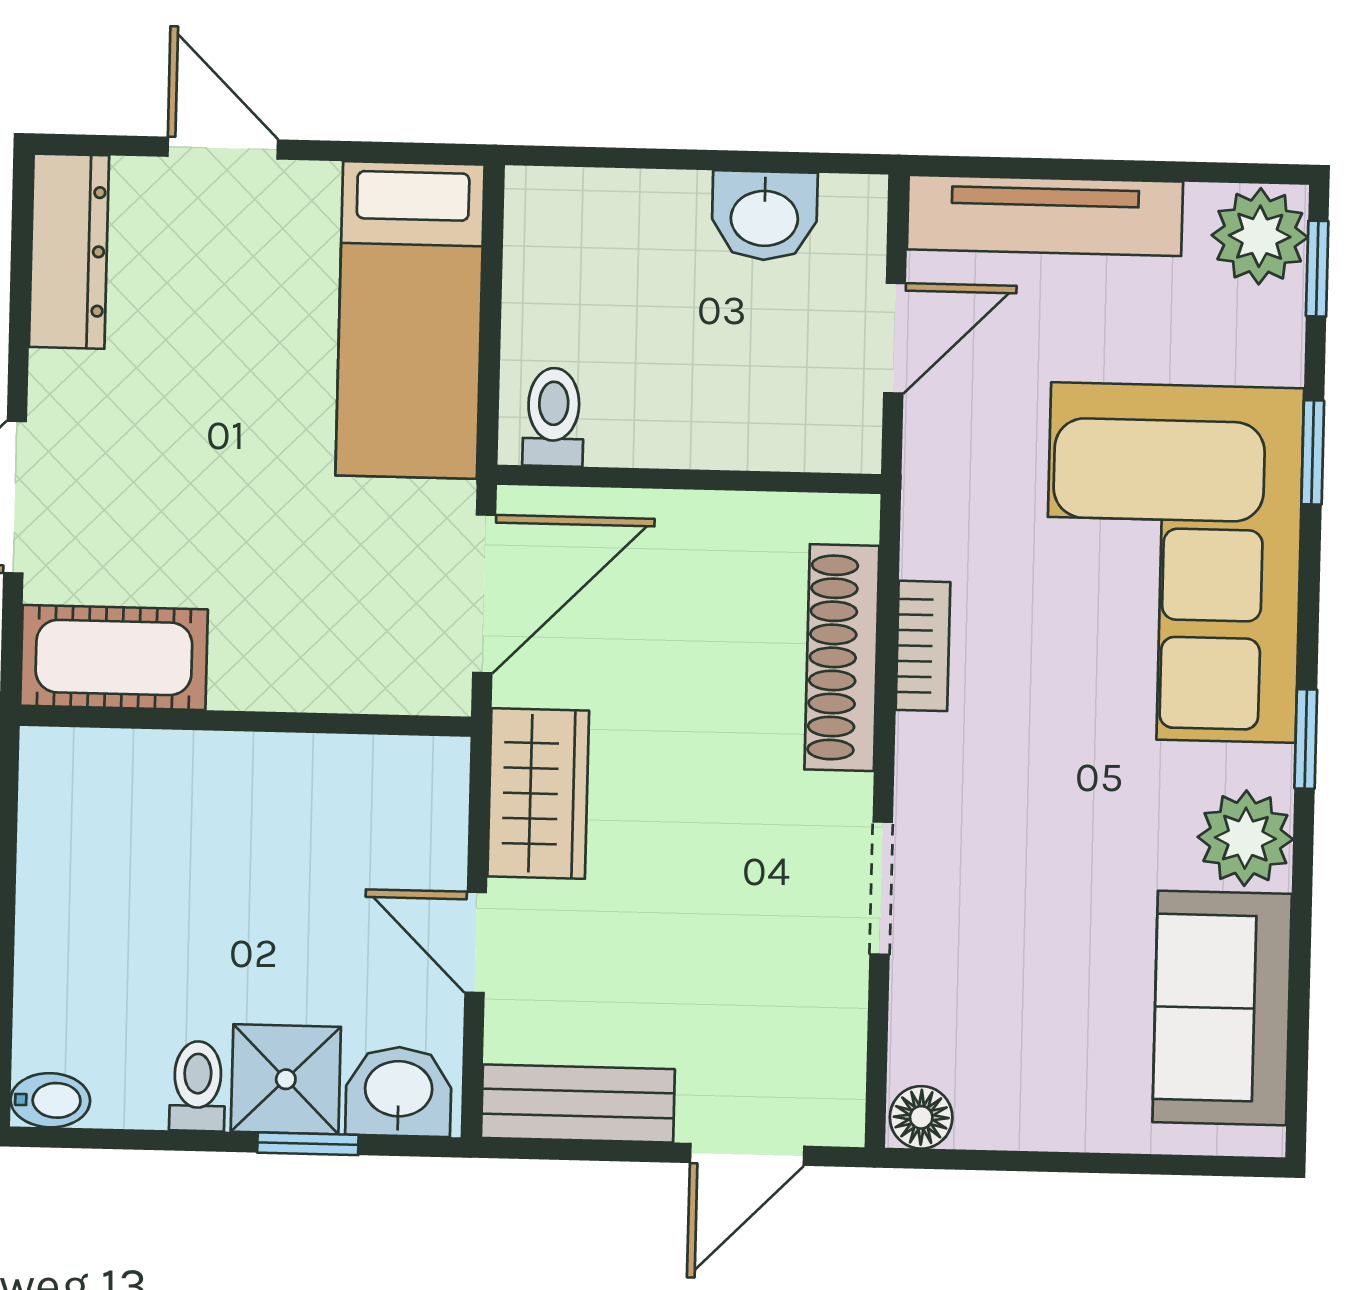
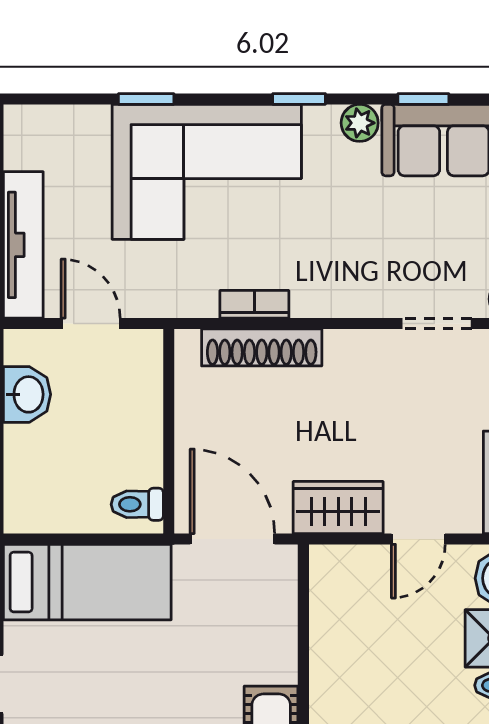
plant: (1260, 236) -> (32, 130), removed
window: (1317, 269) -> (423, 99), moved
plant: (1245, 838) -> (360, 123), width x0.73, depth x0.73
doorway: (881, 888) -> (437, 323), moved

